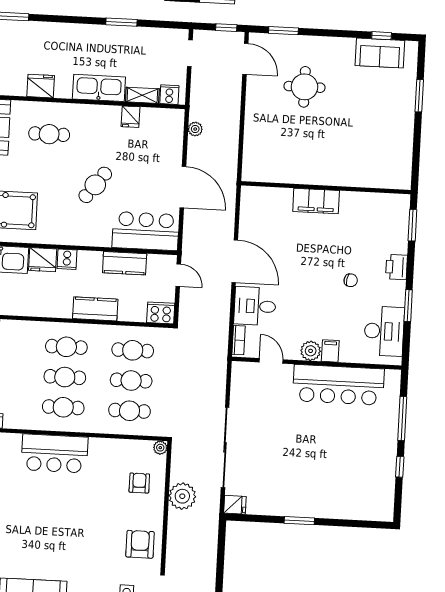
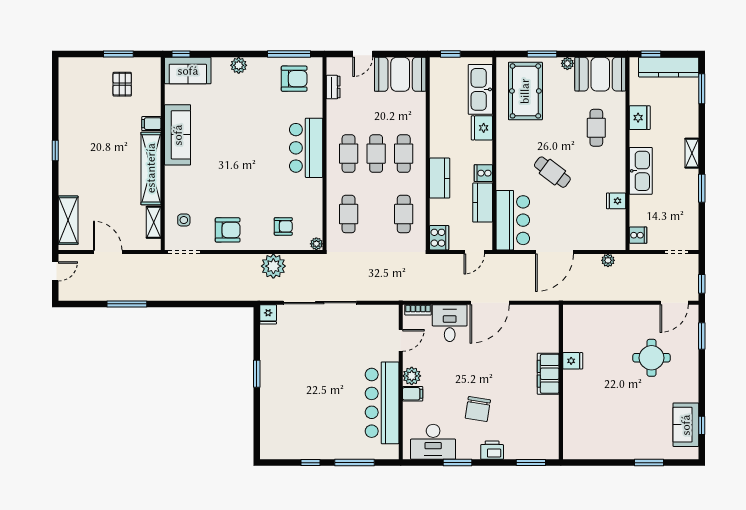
shelving: (142, 95) -> (692, 153), moved
fridge: (303, 173) -> (573, 361), added
cooker: (67, 259) -> (483, 173), moved
chair: (351, 280) -> (478, 409), width x1.87, depth x1.87
cafe table: (131, 381) -> (376, 214), removed

